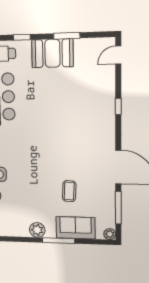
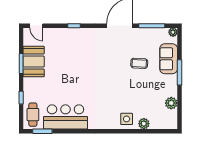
booth: (52, 53) -> (34, 62), moved
plant: (37, 230) -> (171, 103), moved

